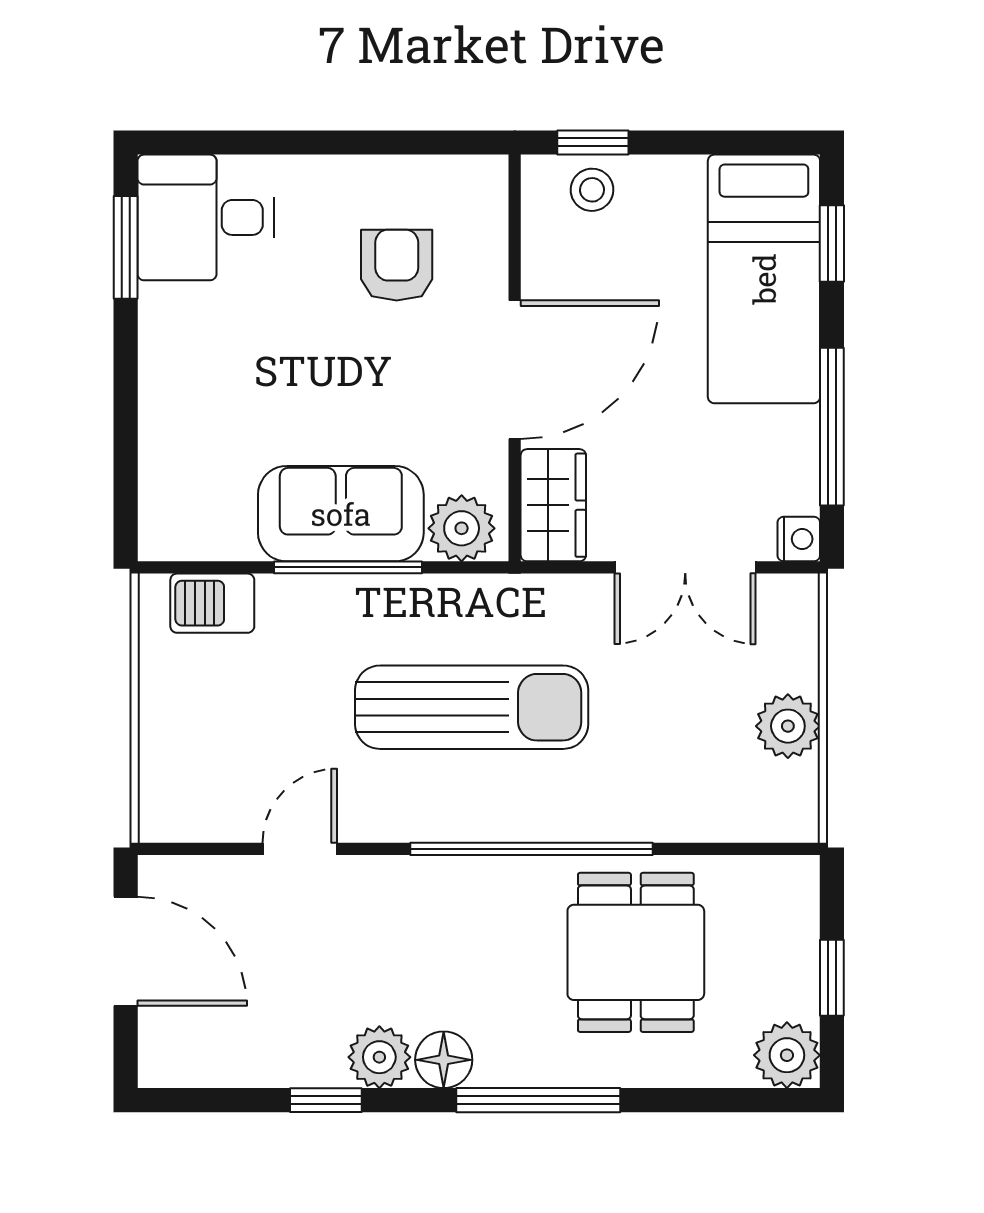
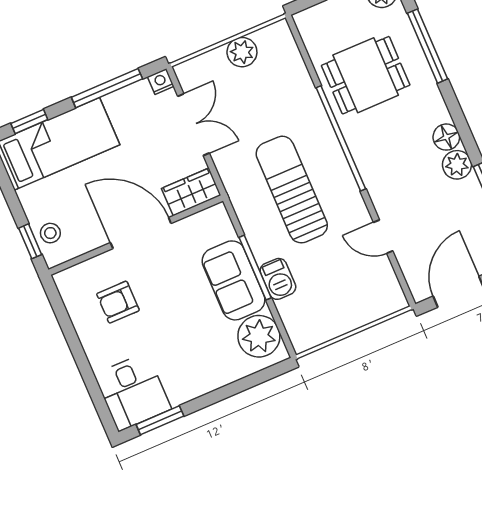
plant: (462, 528) -> (259, 336), moved, width x1.36, depth x1.36
barbecue: (212, 603) -> (278, 279), moved
window: (538, 1100) -> (427, 46), moved

